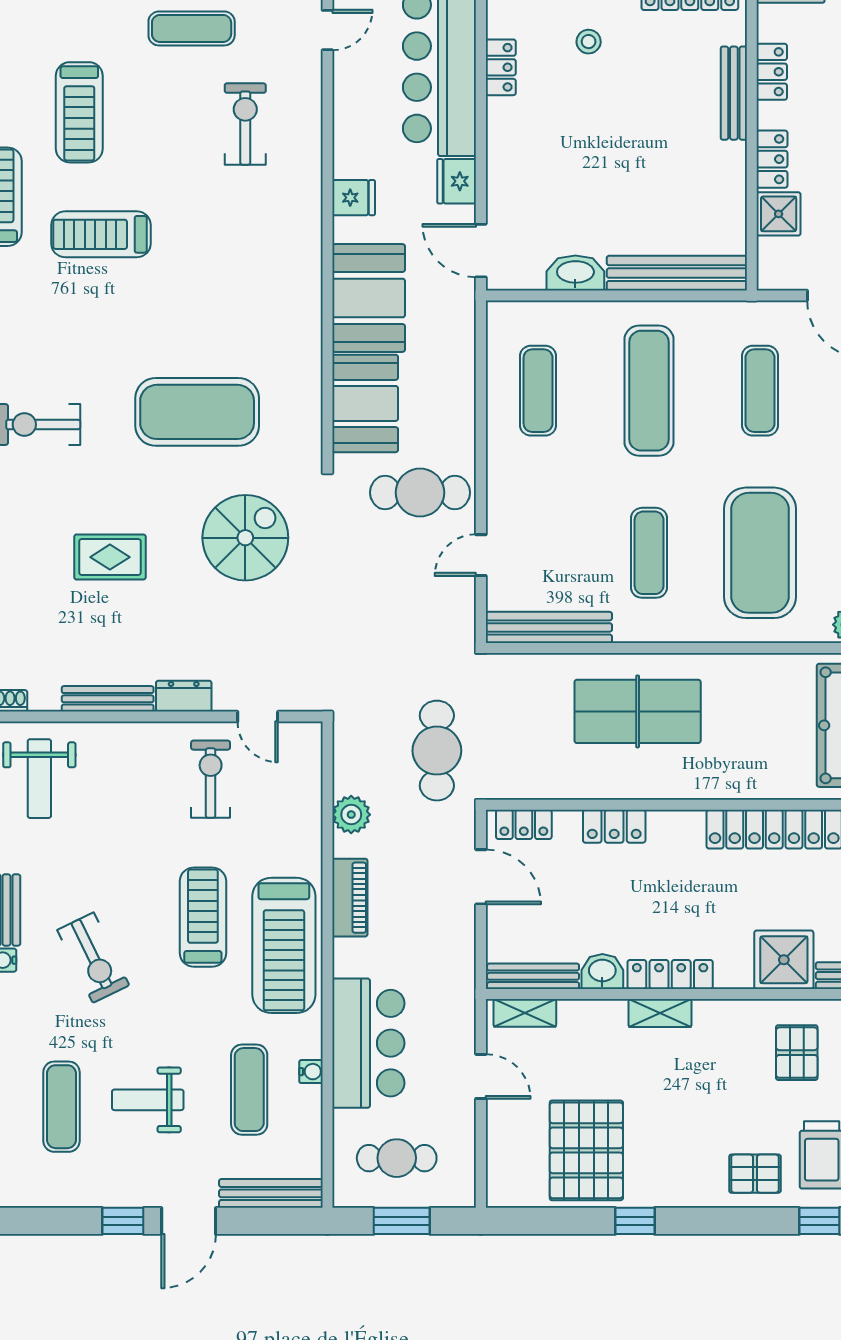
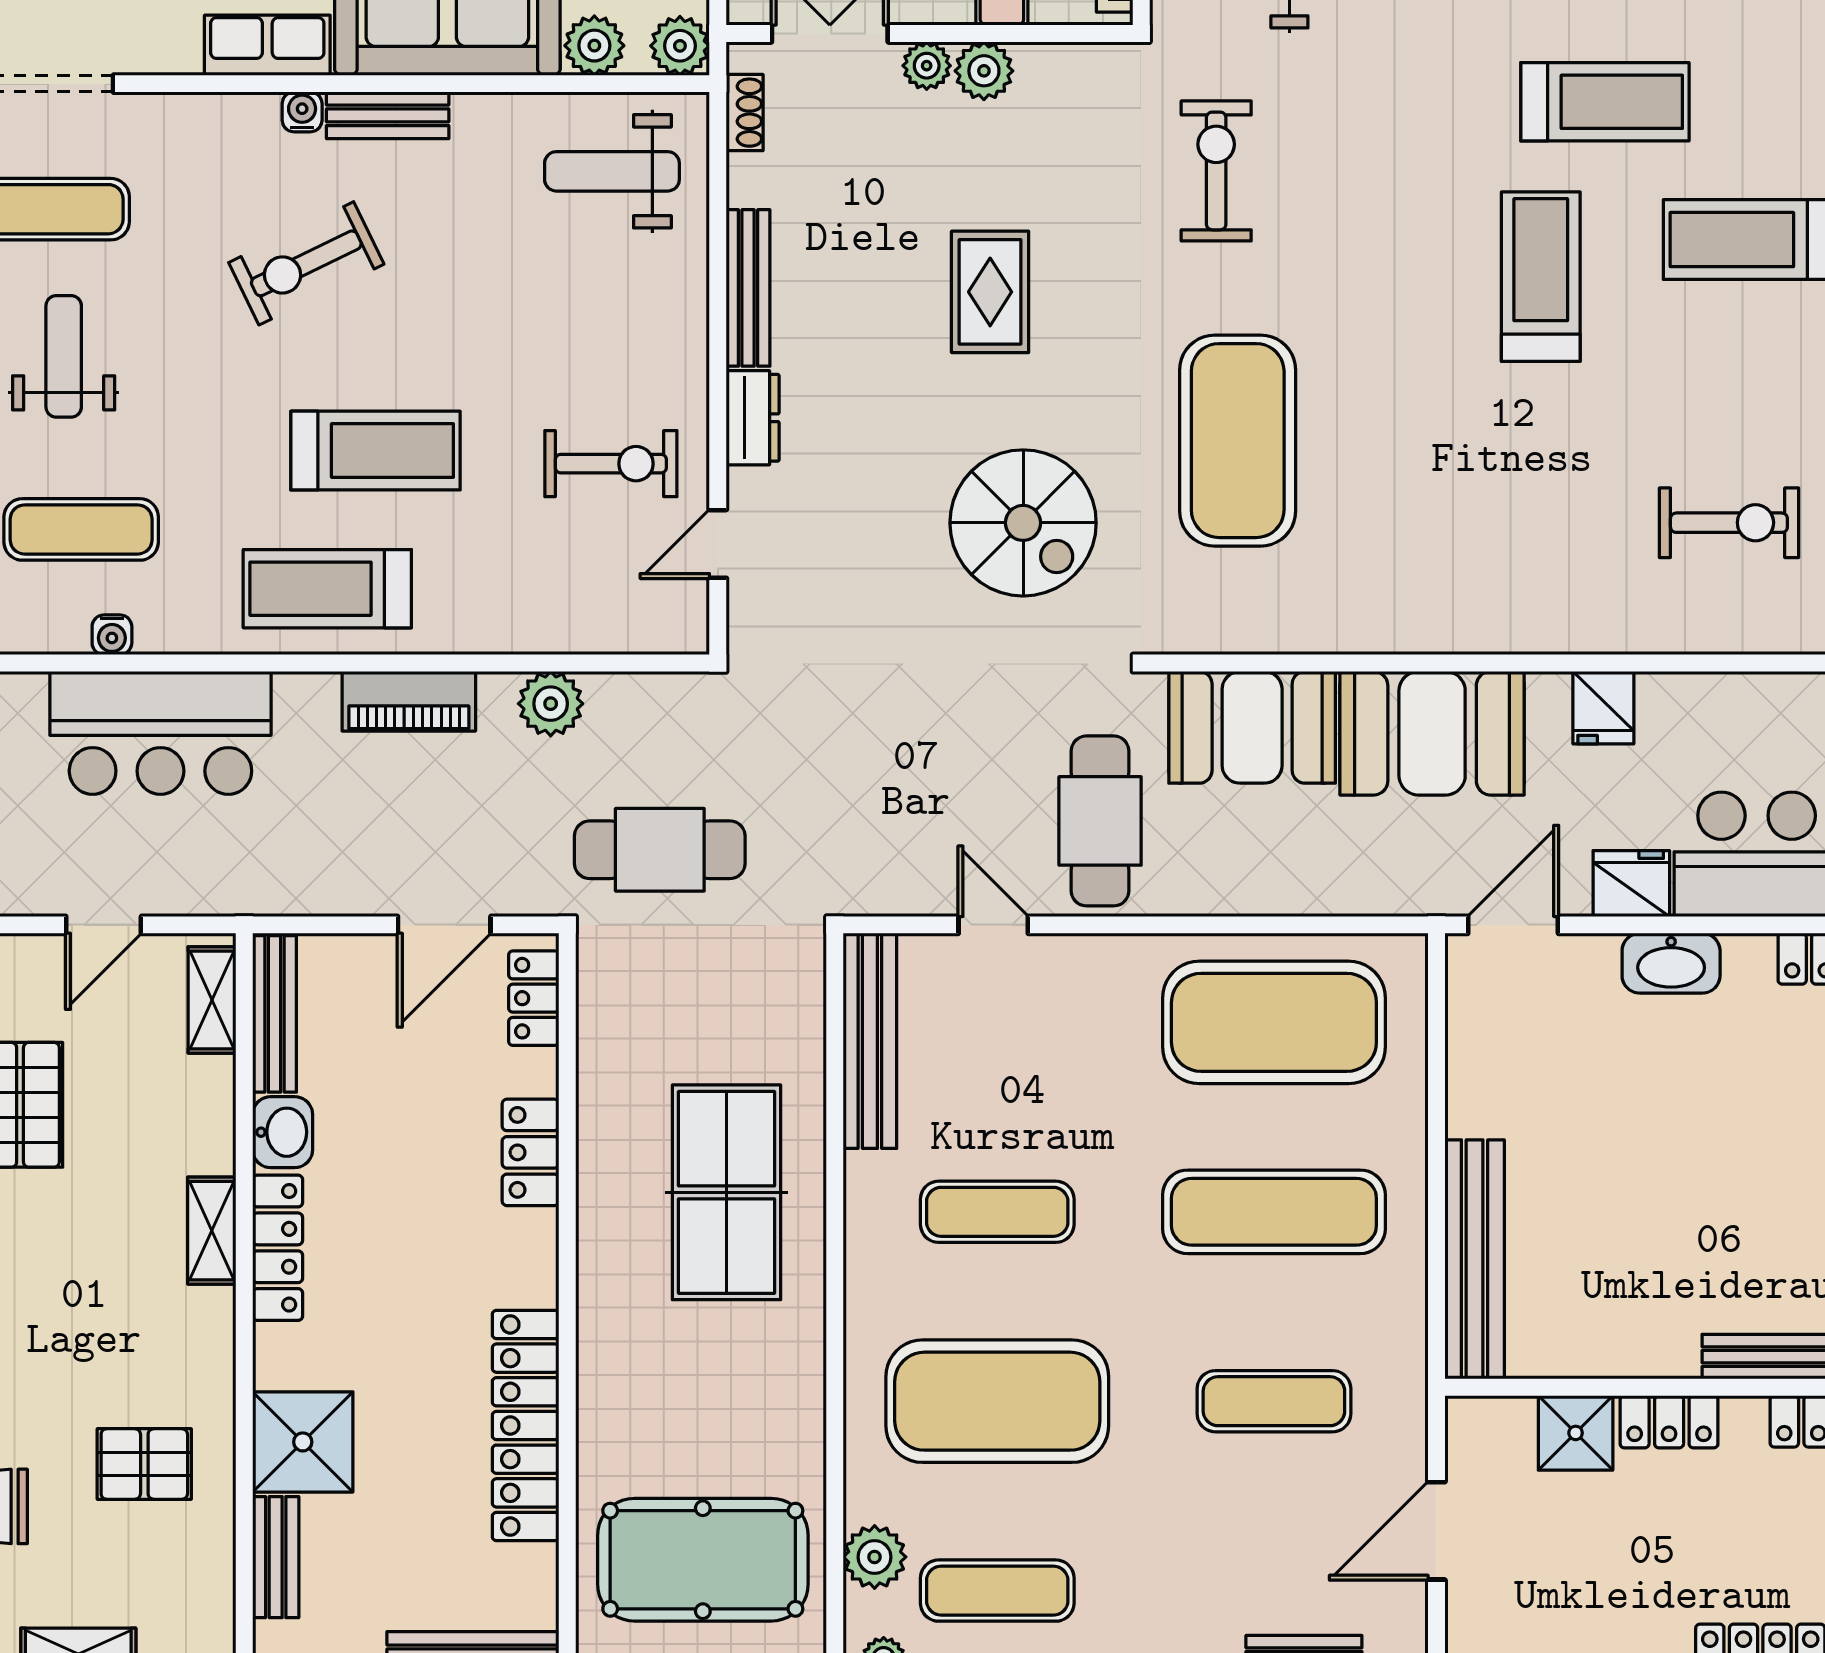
washbasin: (575, 273) -> (1671, 963), moved, turned 90
exercise mat: (538, 391) -> (1274, 1022), width x2.00, depth x1.45
treadmill: (284, 945) -> (327, 589), width x0.73, depth x0.73

